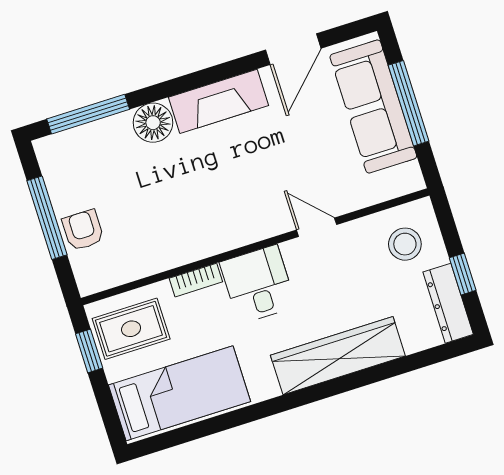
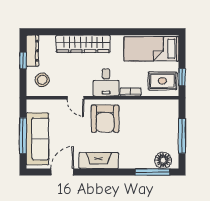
floor lamp: (153, 123) -> (163, 160), moved
armchair: (83, 230) -> (105, 119), moved, width x1.88, depth x1.88

